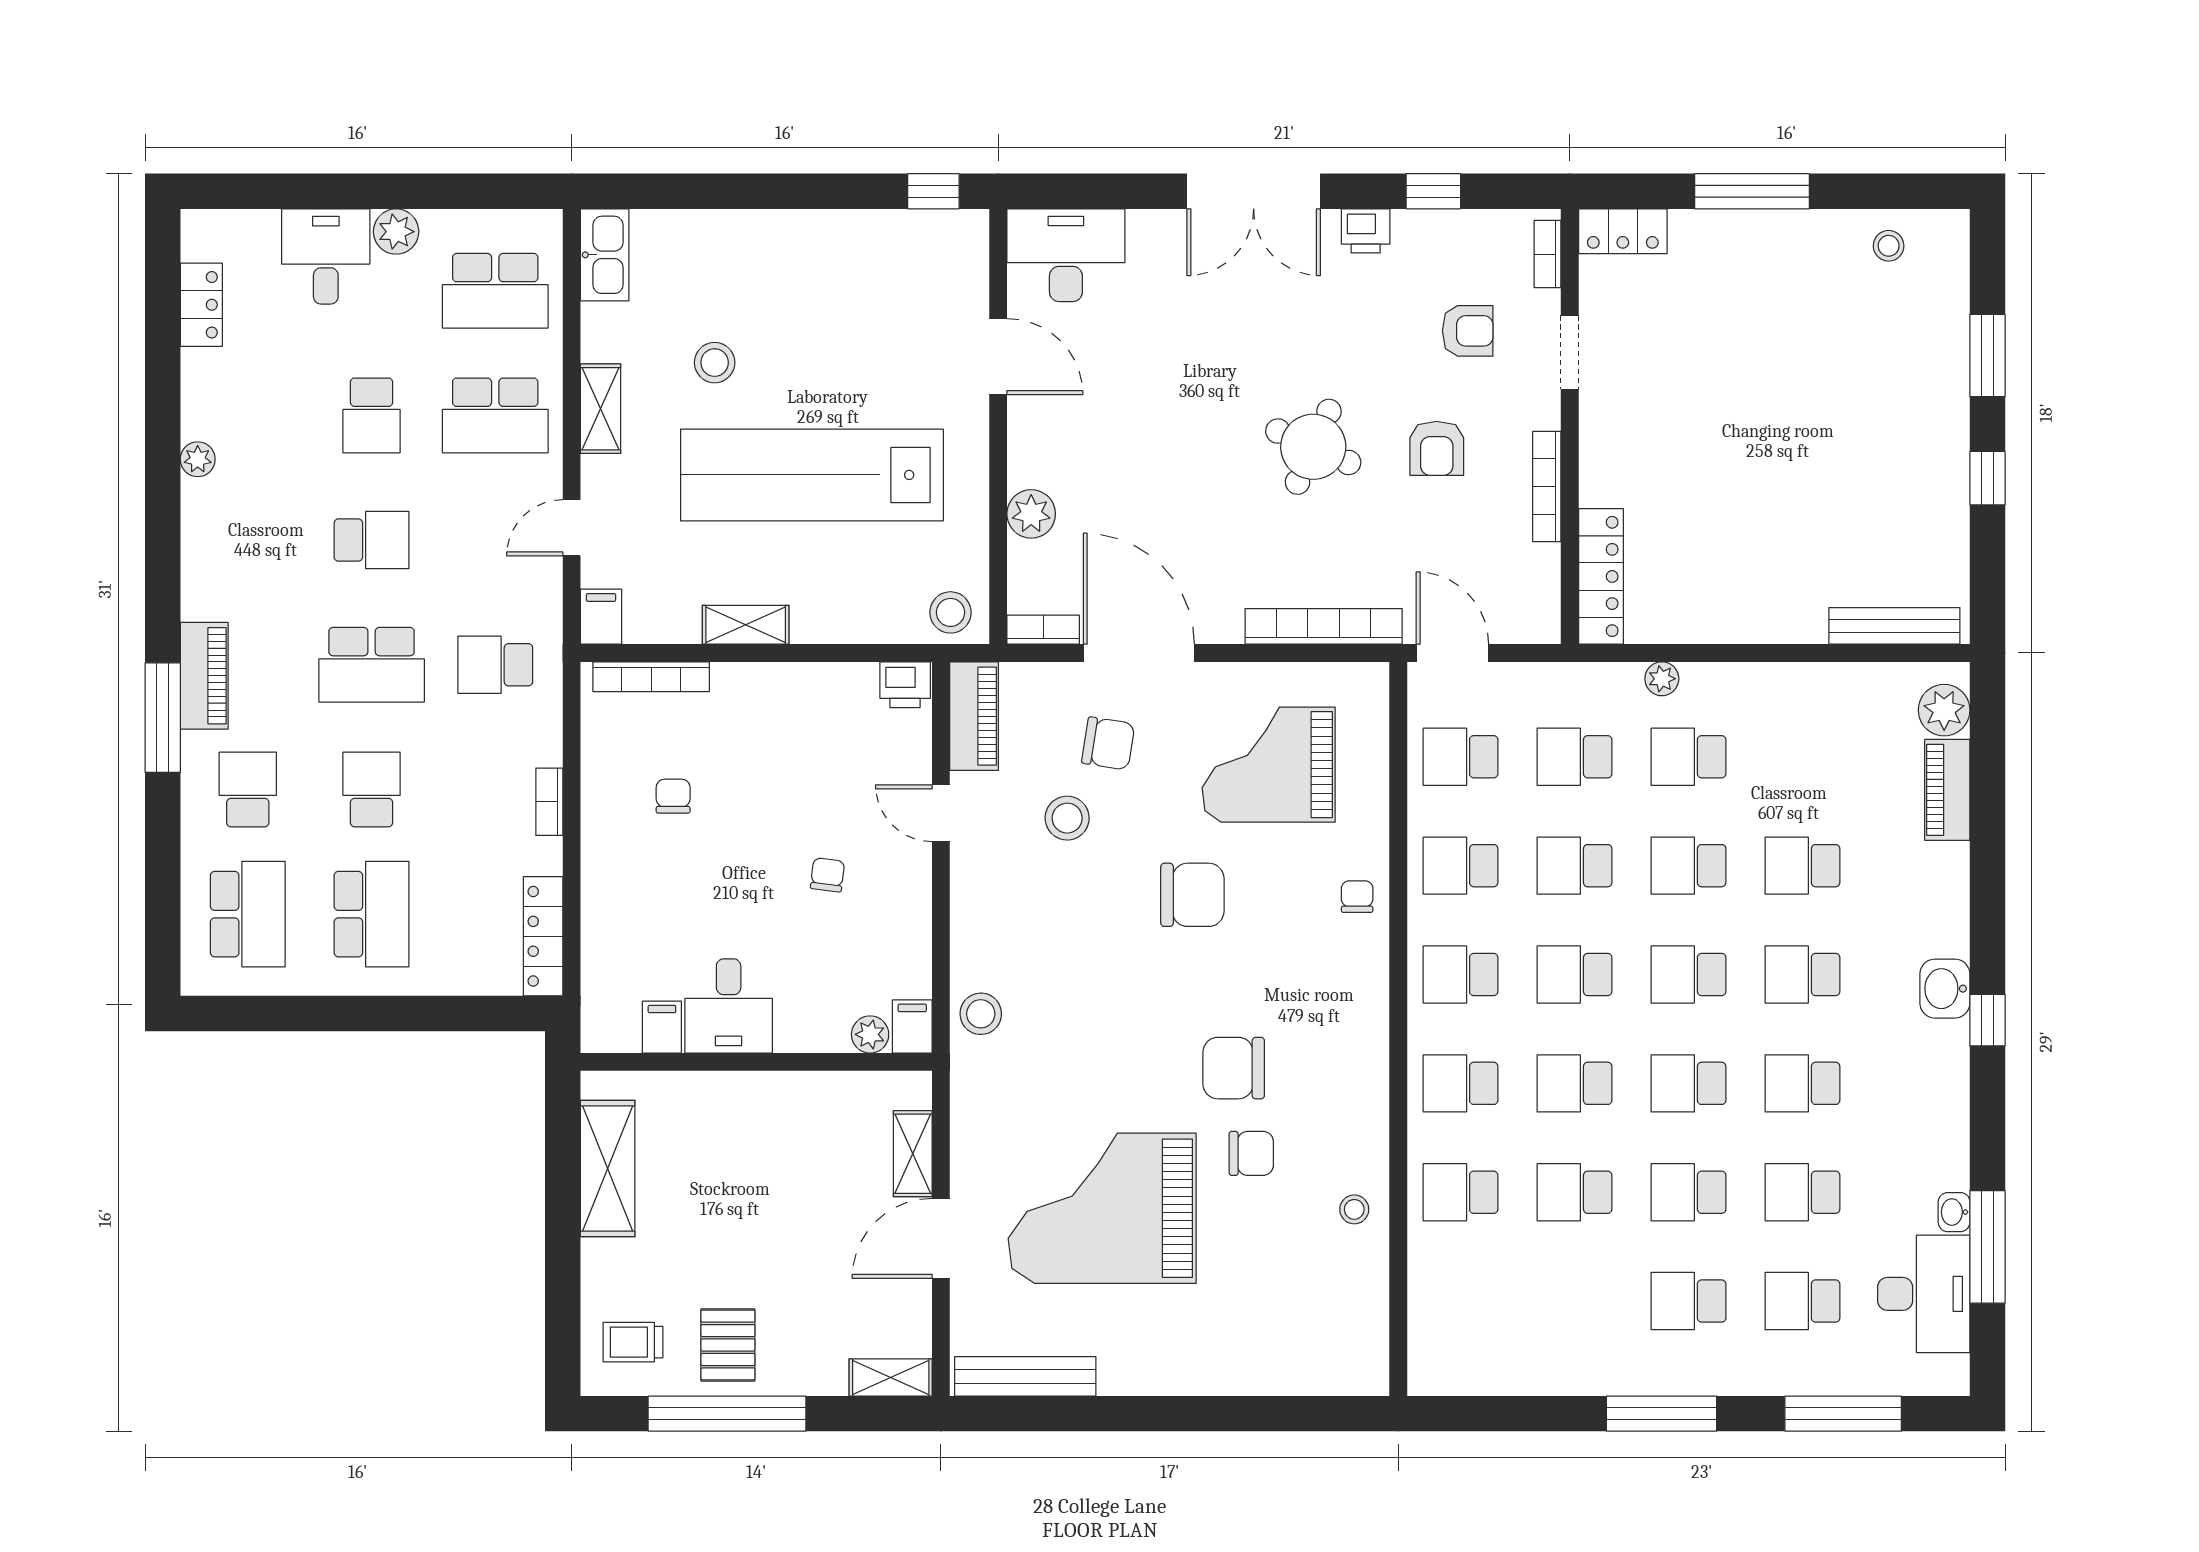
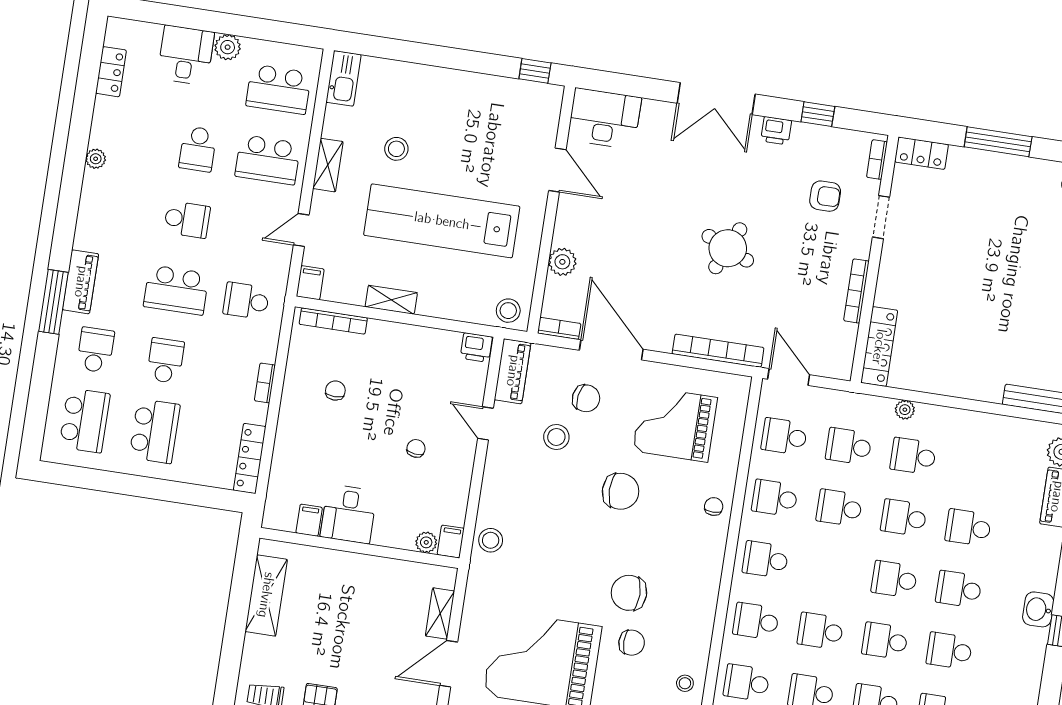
armchair: (1437, 448) -> (797, 260), removed
school desk: (1574, 974) -> (830, 569), removed

